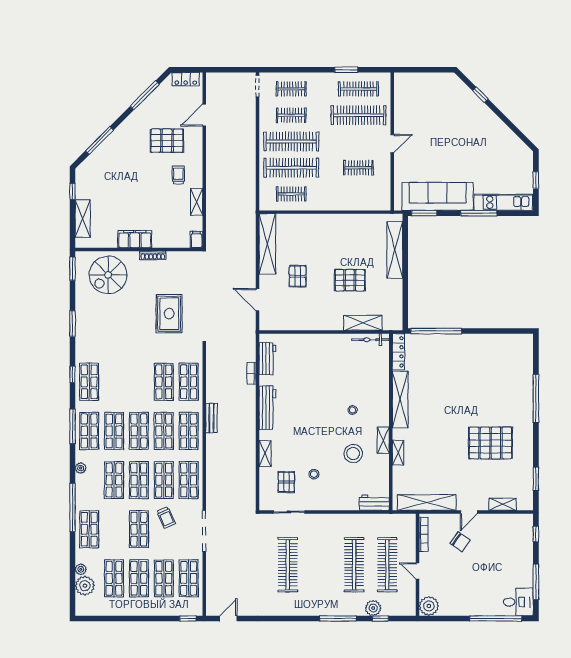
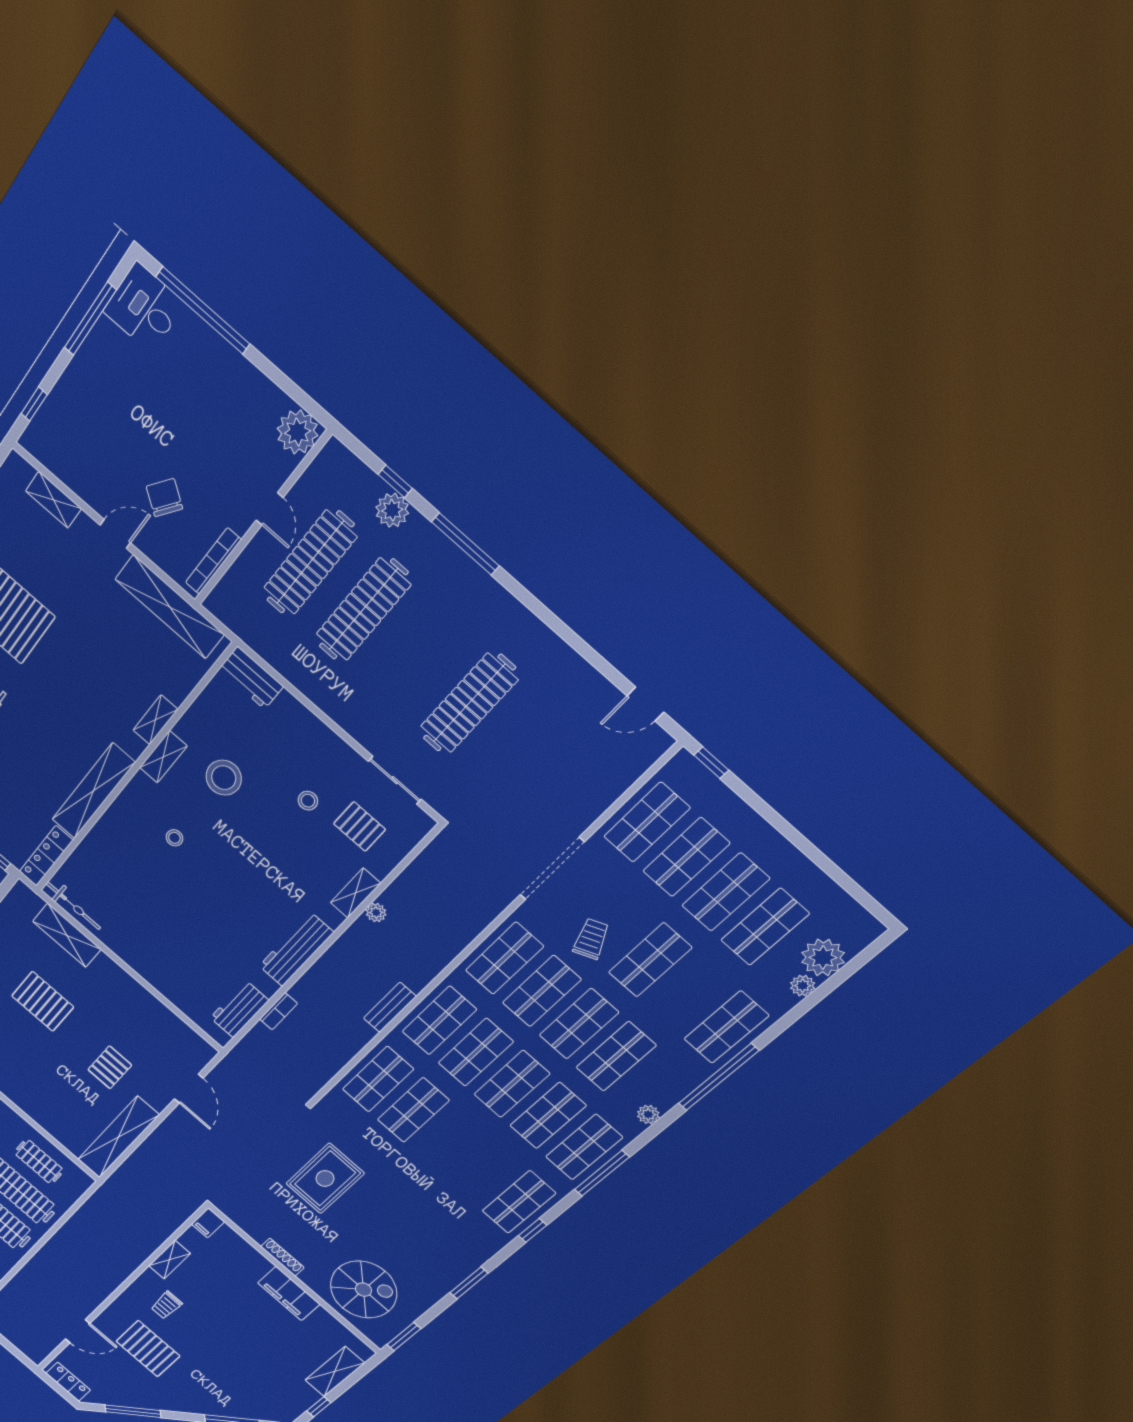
plant: (251, 453) -> (376, 912), added
pallet: (286, 482) -> (359, 827), turned 90

